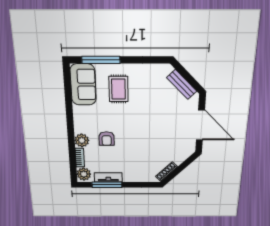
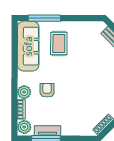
sofa: (83, 85) -> (28, 46), width x1.36
armchair: (107, 139) -> (47, 90), turned 180

